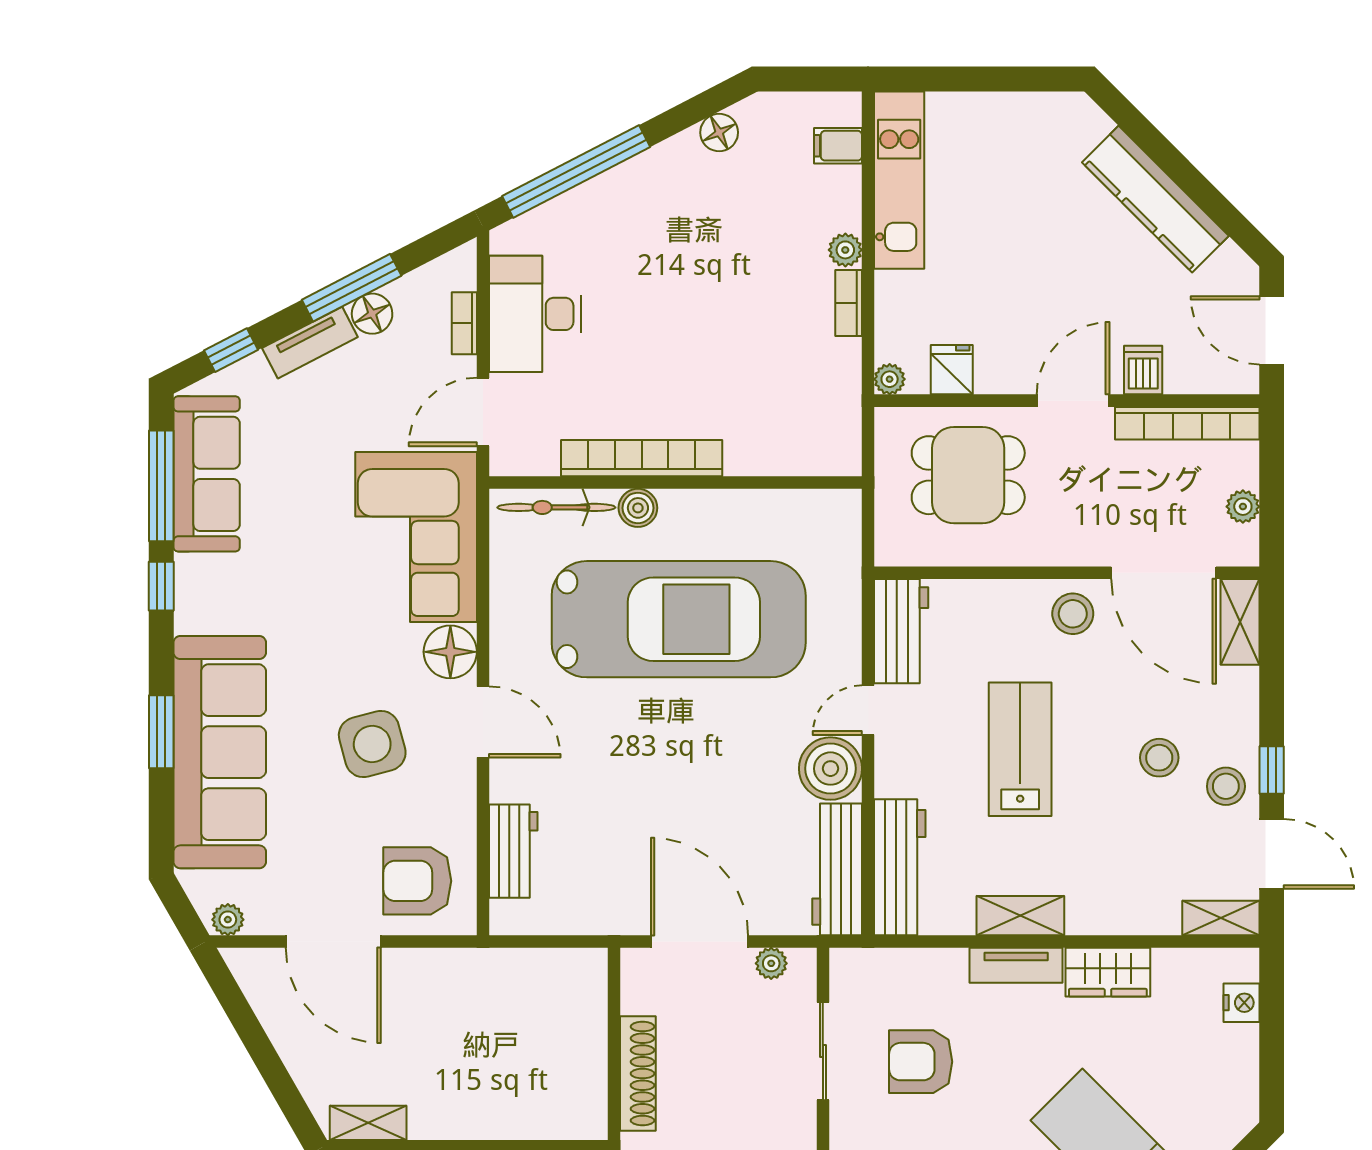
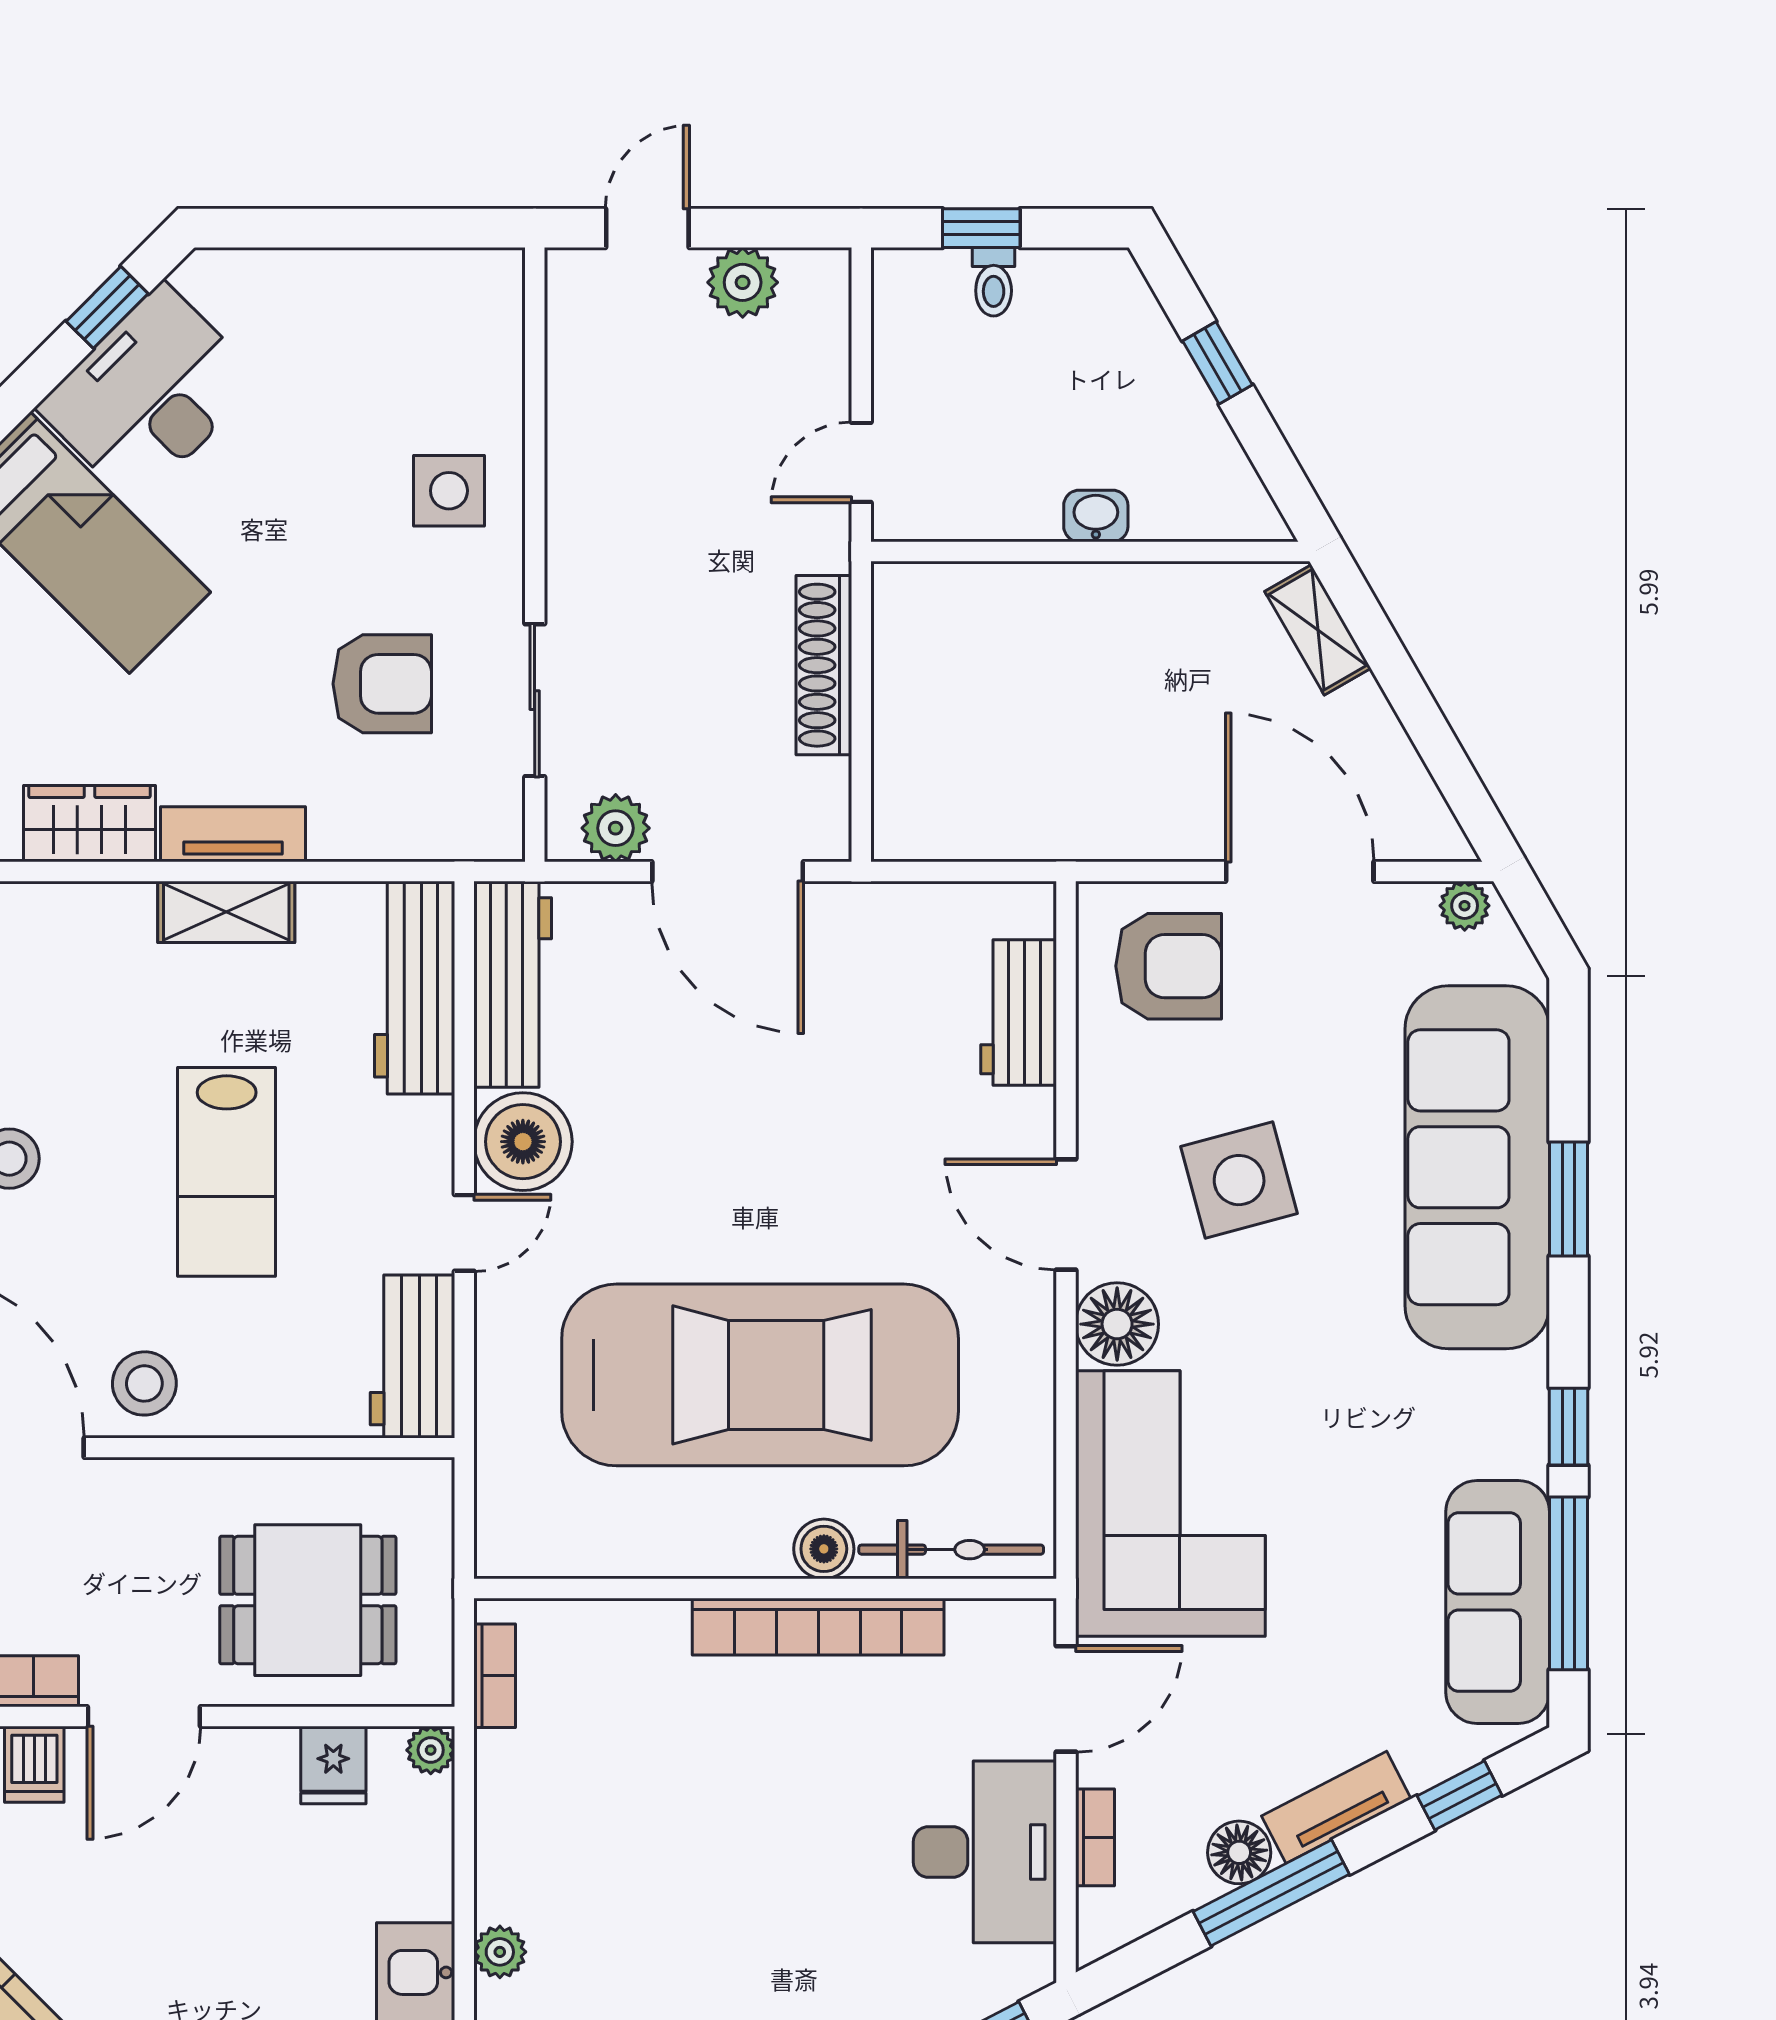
bookcase: (849, 303) -> (495, 1676), moved
car: (679, 619) -> (760, 1375), turned 180
plant: (771, 963) -> (616, 828), width x1.38, depth x1.38
shelving: (368, 1123) -> (1318, 630), moved, turned 60

